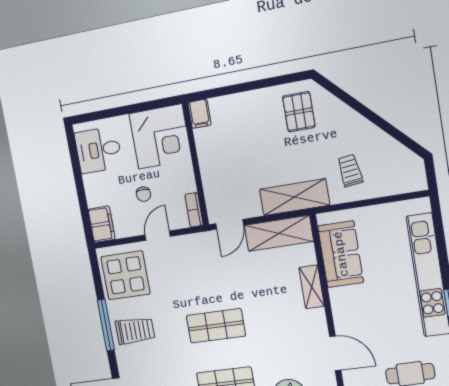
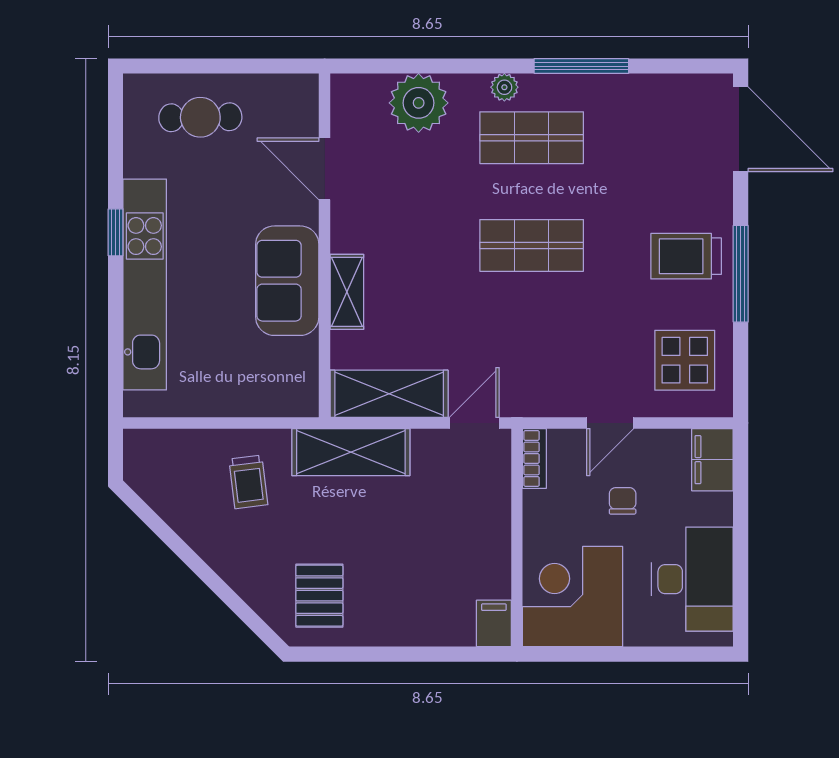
desk: (98, 150) -> (692, 579), width x1.37
sofa: (341, 254) -> (287, 281), moved
display table: (125, 275) -> (685, 360), width x0.73, depth x0.73

